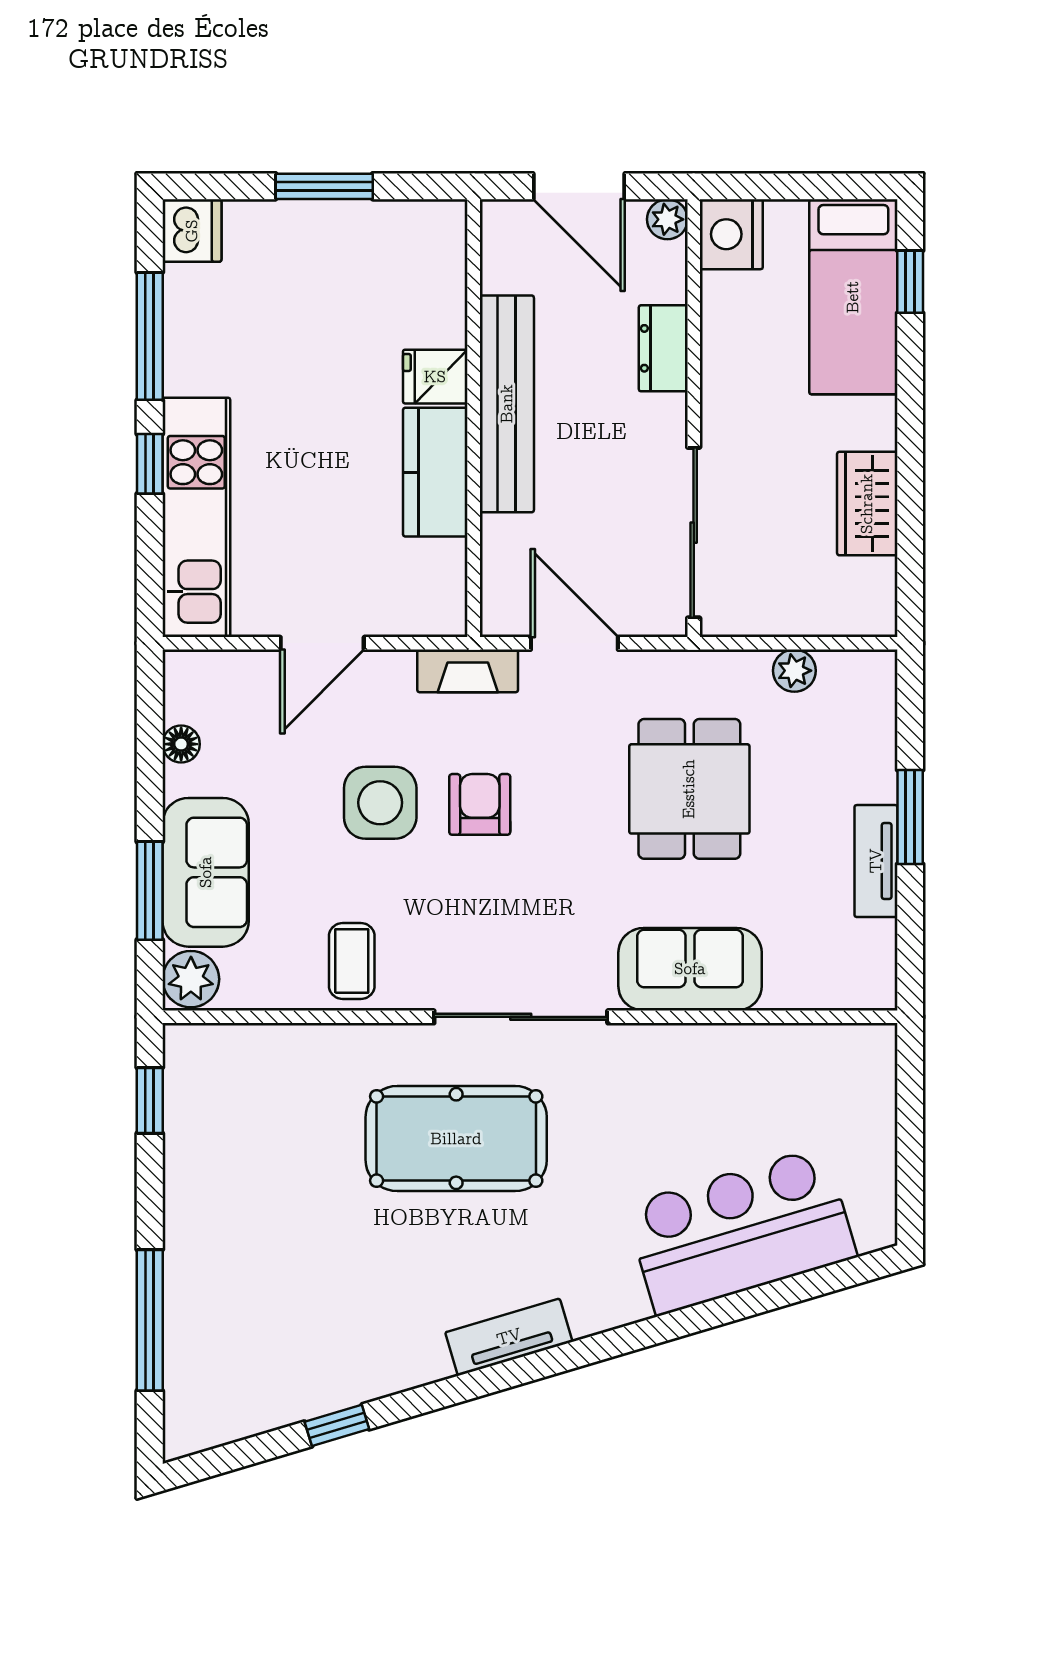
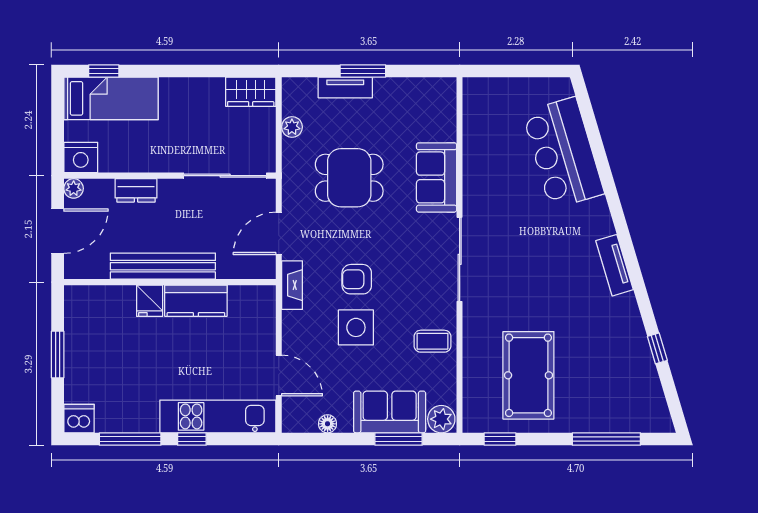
wardrobe: (867, 504) -> (251, 92), moved
door: (322, 643) -> (279, 375), moved
tv unit: (876, 861) -> (345, 88), moved
pool table: (456, 1139) -> (528, 375), moved

